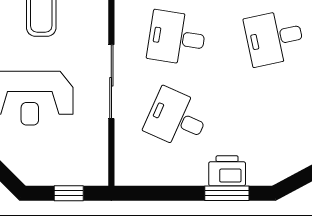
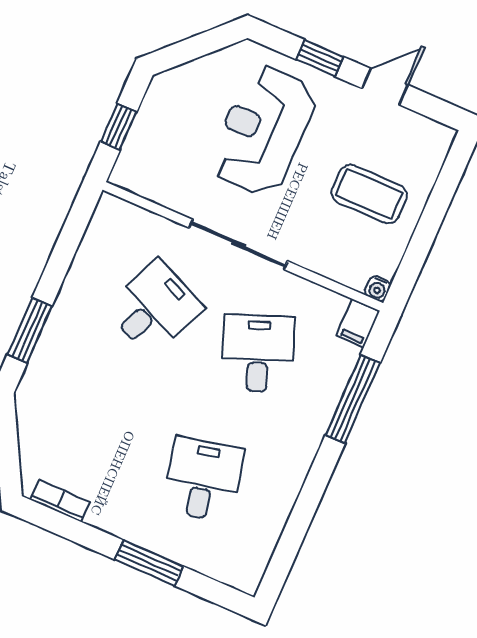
desk: (177, 38) -> (258, 353), turned -30
printer: (227, 171) -> (58, 344), removed

